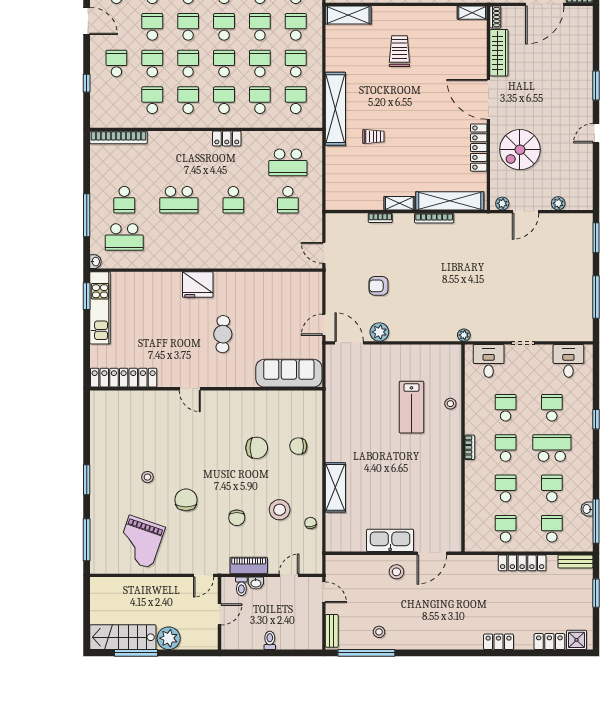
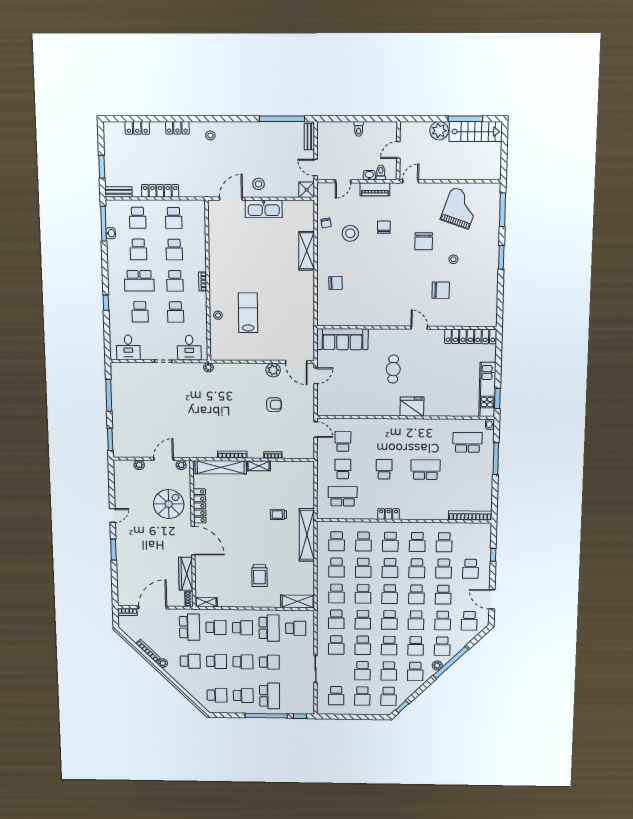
school desk: (124, 200) -> (343, 441), moved
chair: (257, 448) -> (441, 290), moved, turned 180
stool: (379, 632) -> (210, 135), moved
shower: (576, 640) -> (307, 190), moved

